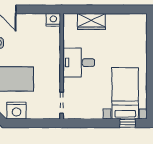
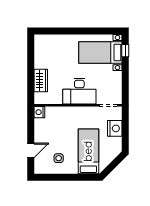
desk: (79, 63) -> (79, 91), width x1.37
nightstand: (17, 111) -> (115, 128), moved

